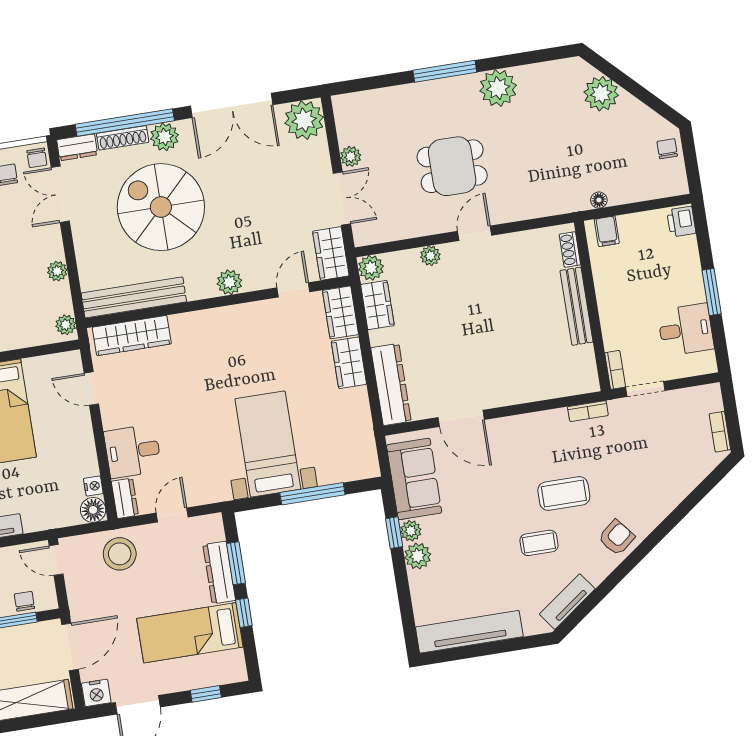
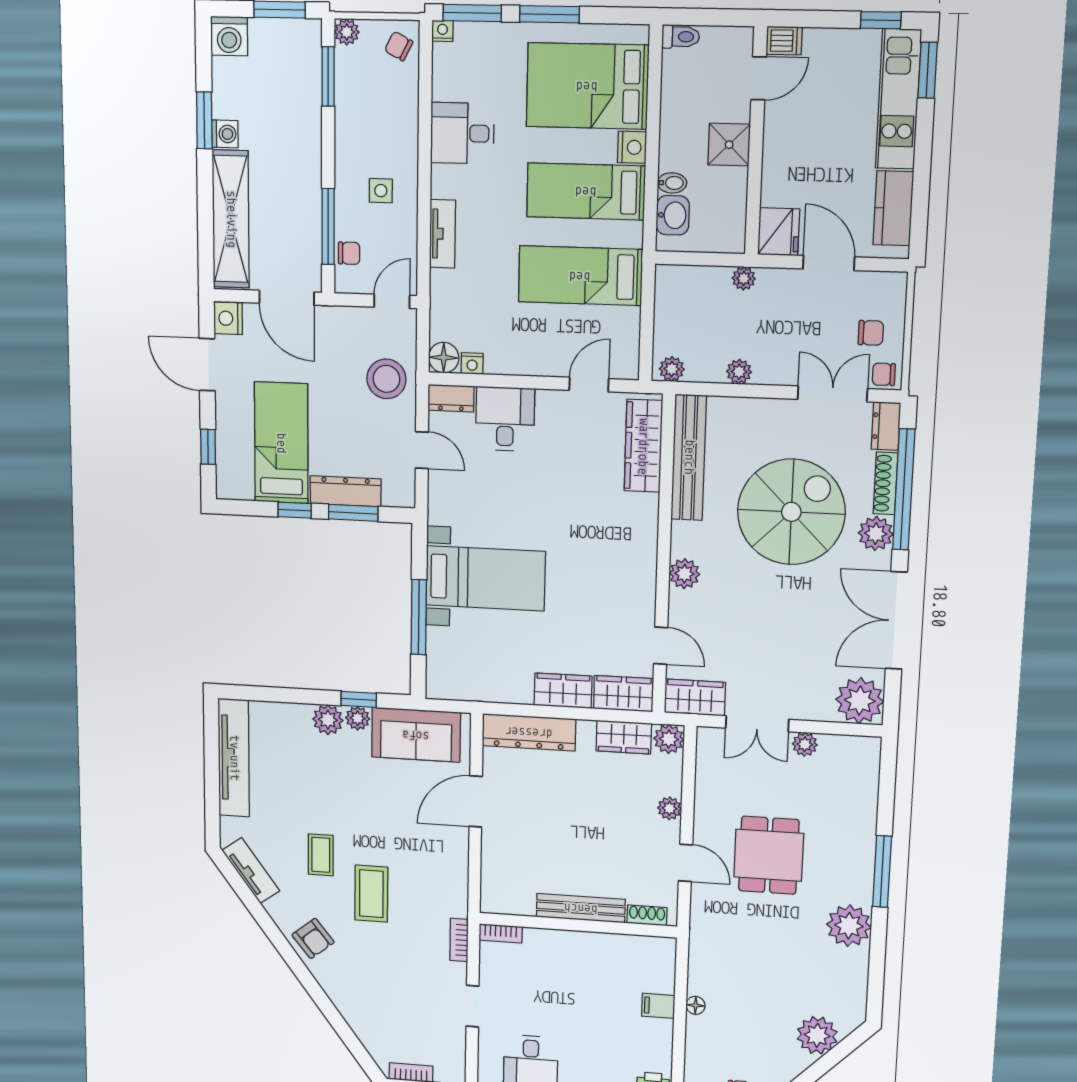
shoe rack: (570, 250) -> (647, 915), moved
bench: (576, 306) -> (581, 908), moved
wall: (592, 306) -> (578, 925), moved
bookcase: (615, 370) -> (501, 933), moved

